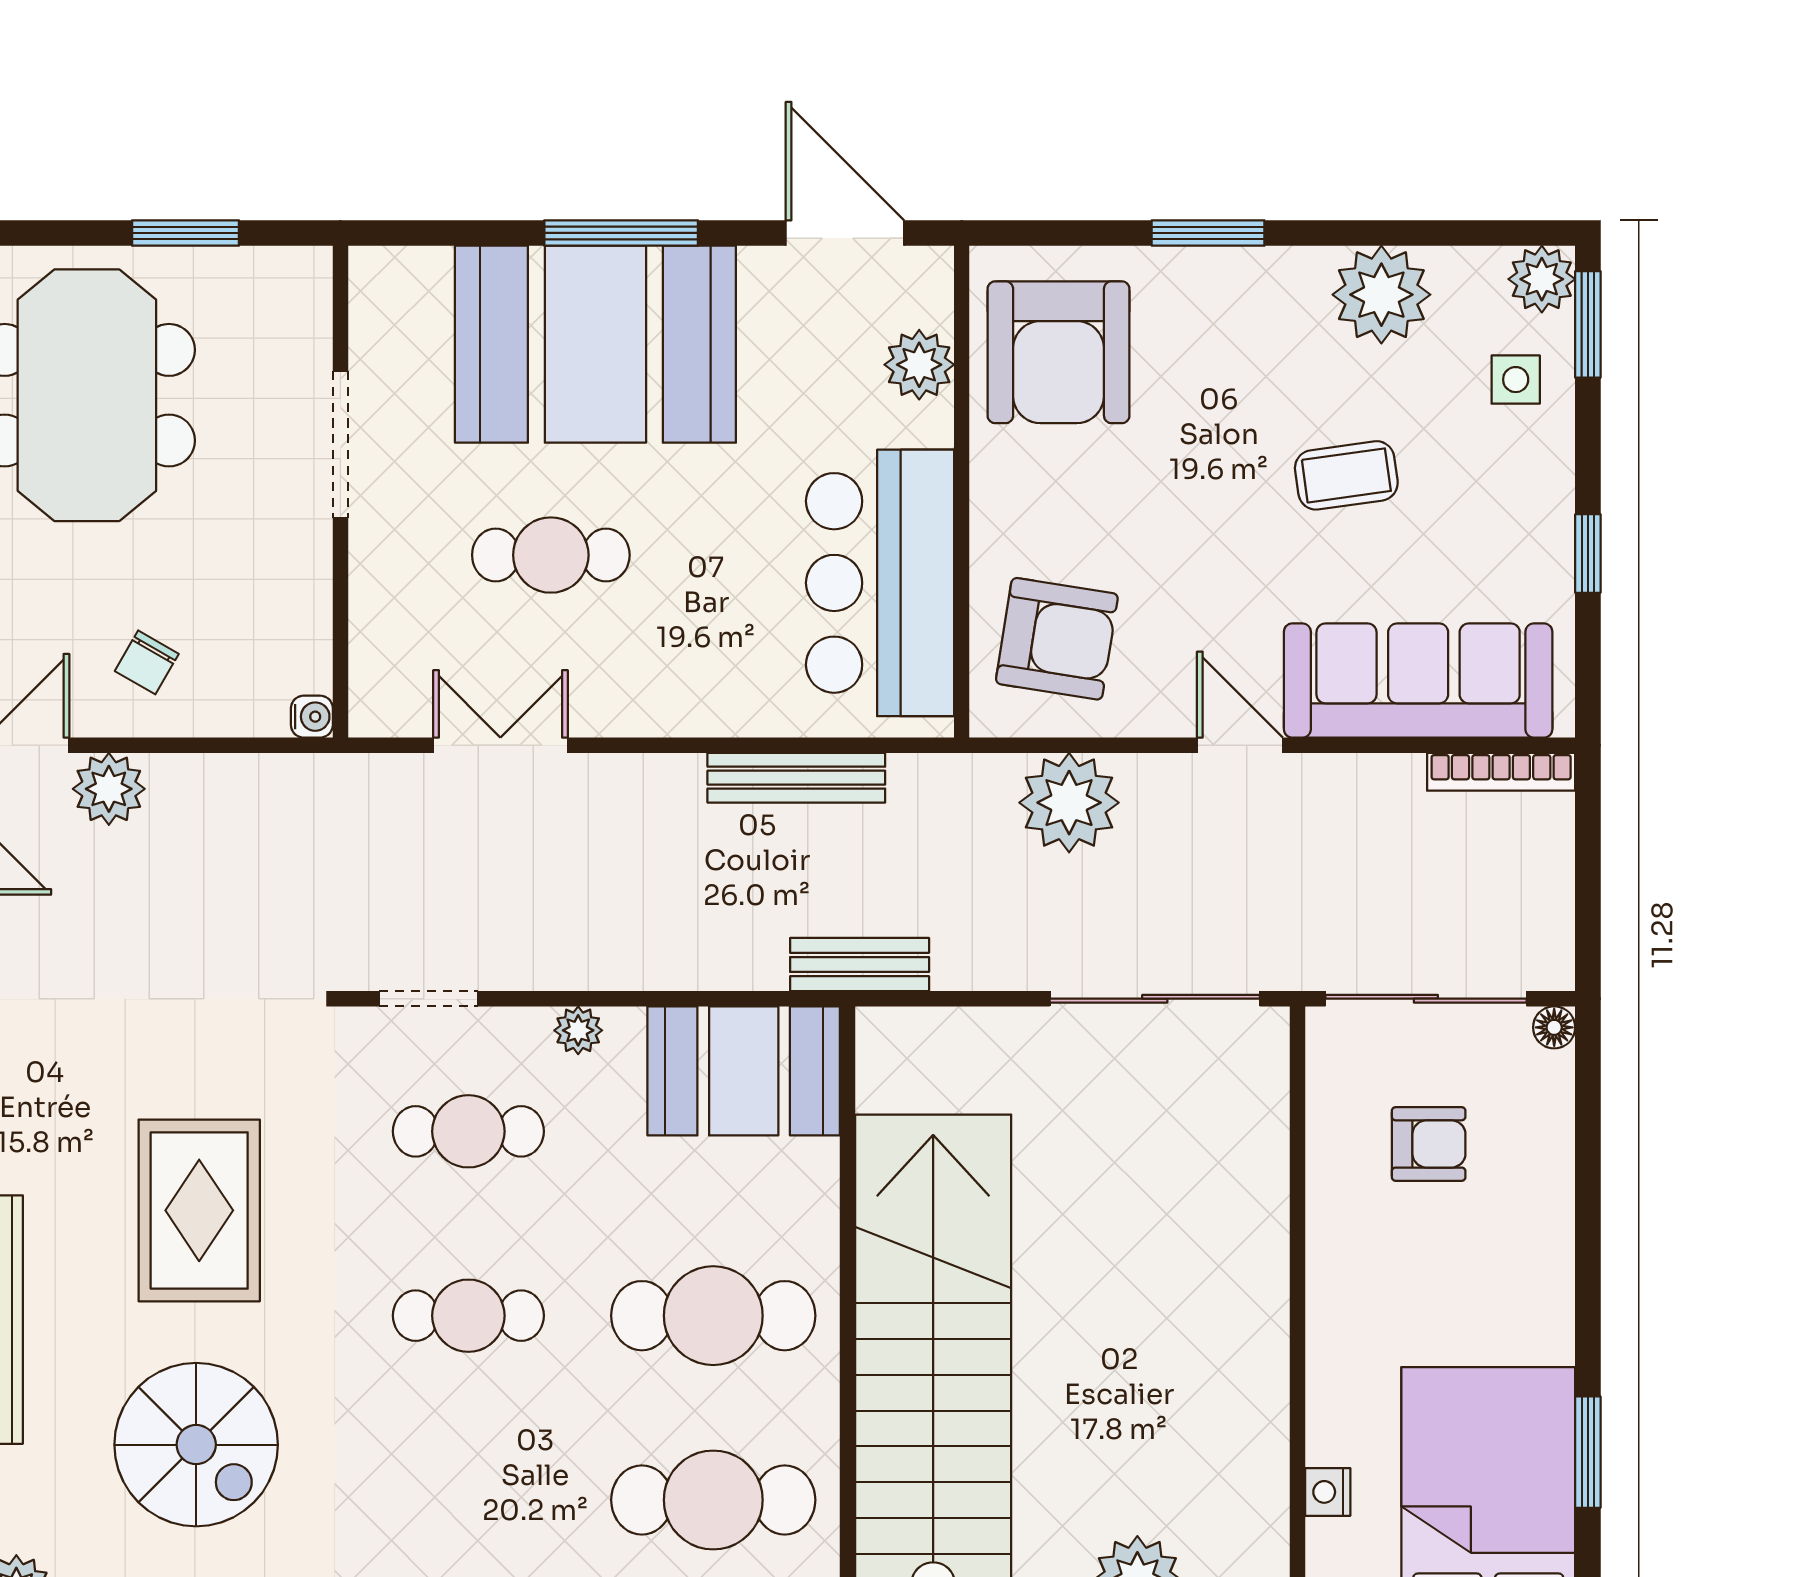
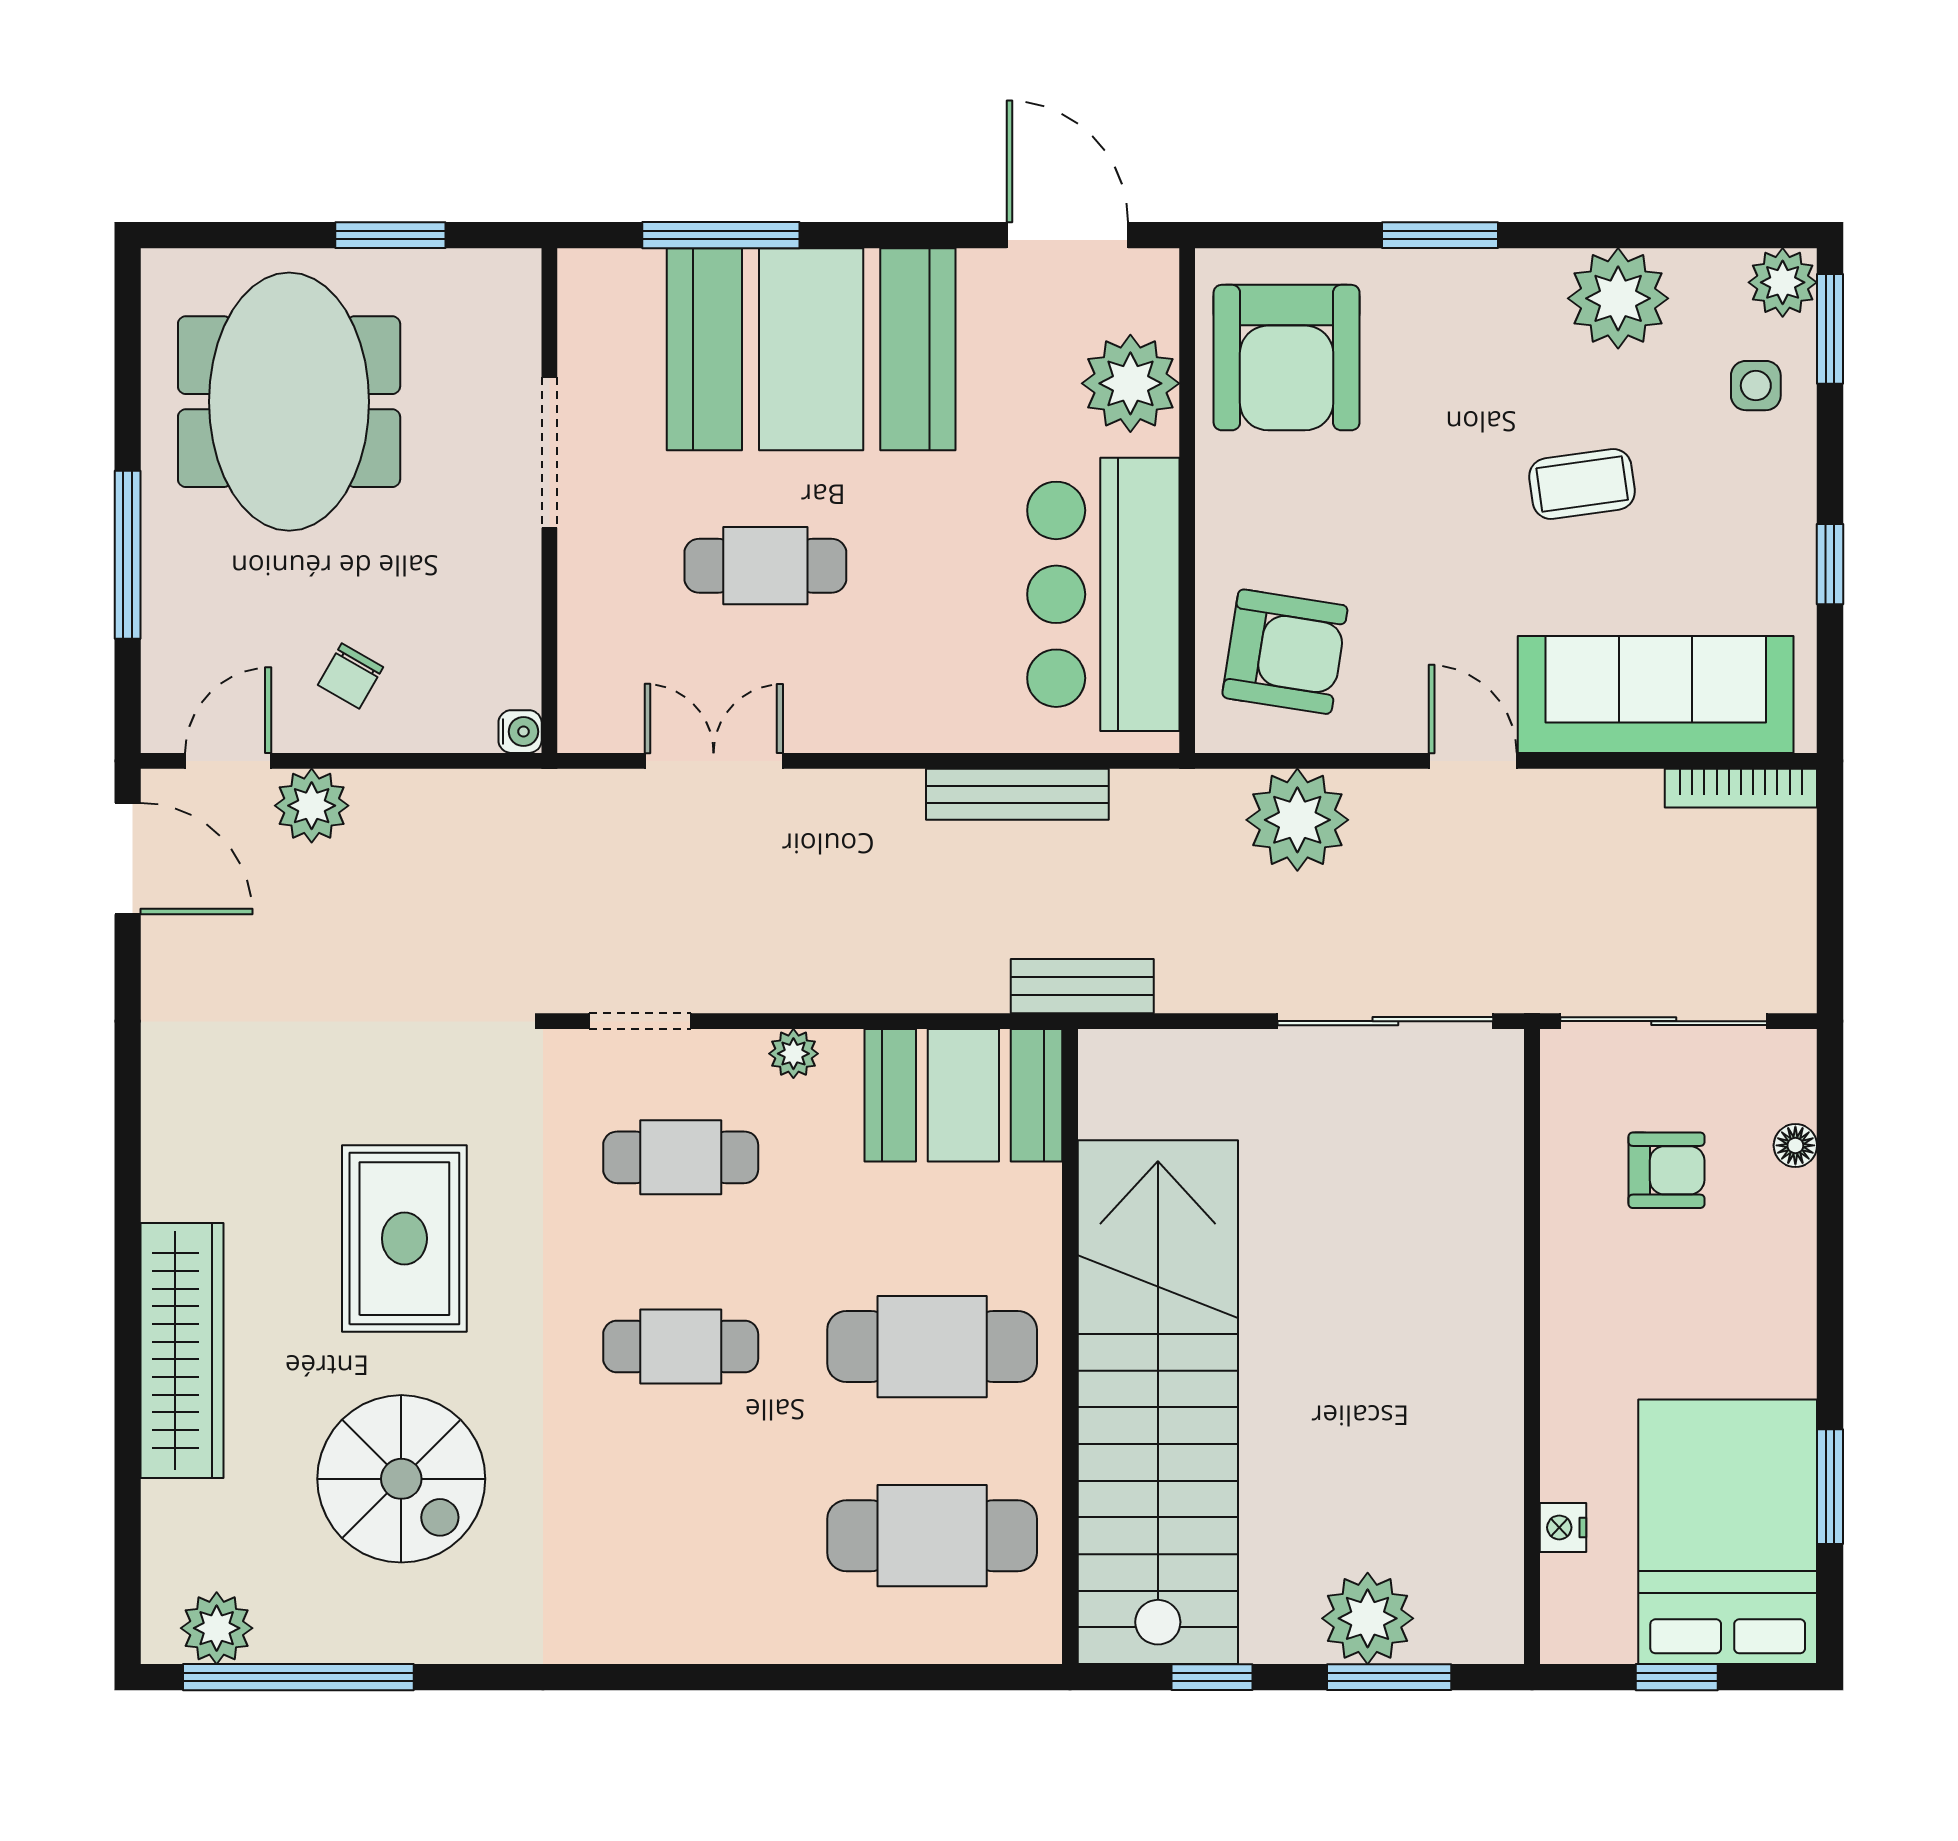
window: (621, 233) -> (721, 235), moved
plant: (919, 365) -> (1130, 383), width x1.36, depth x1.36
floor lamp: (1554, 1027) -> (1795, 1145), moved

